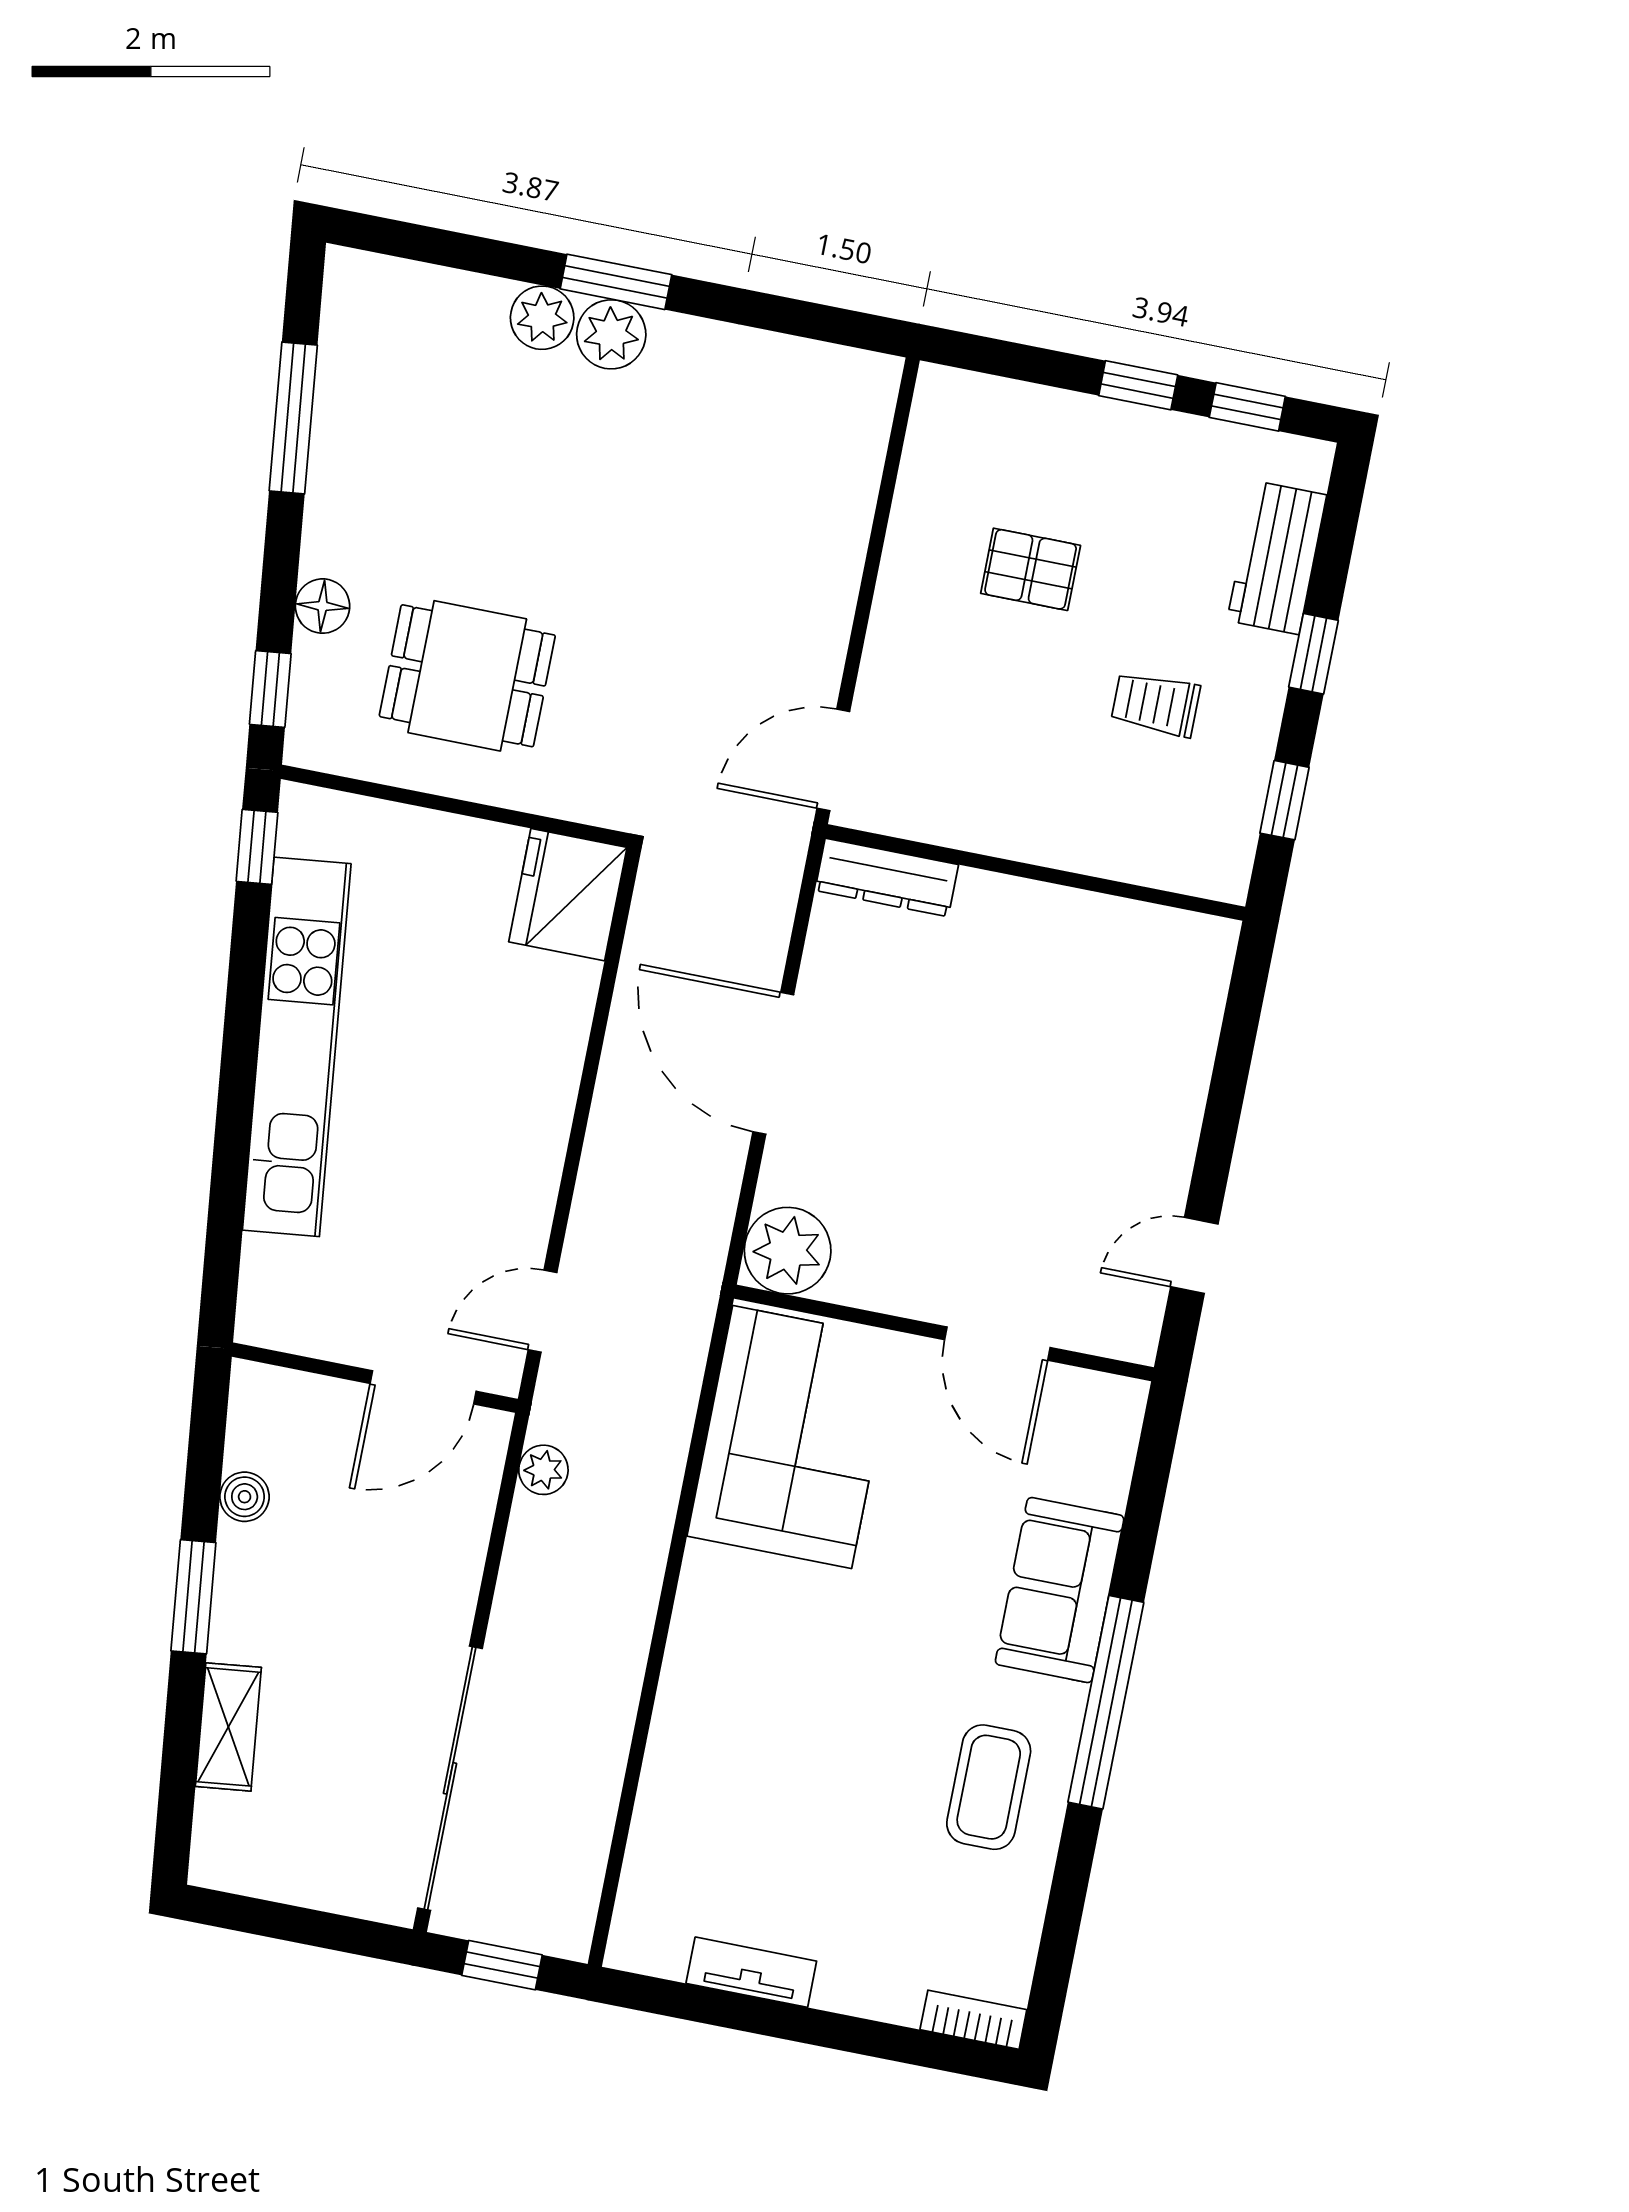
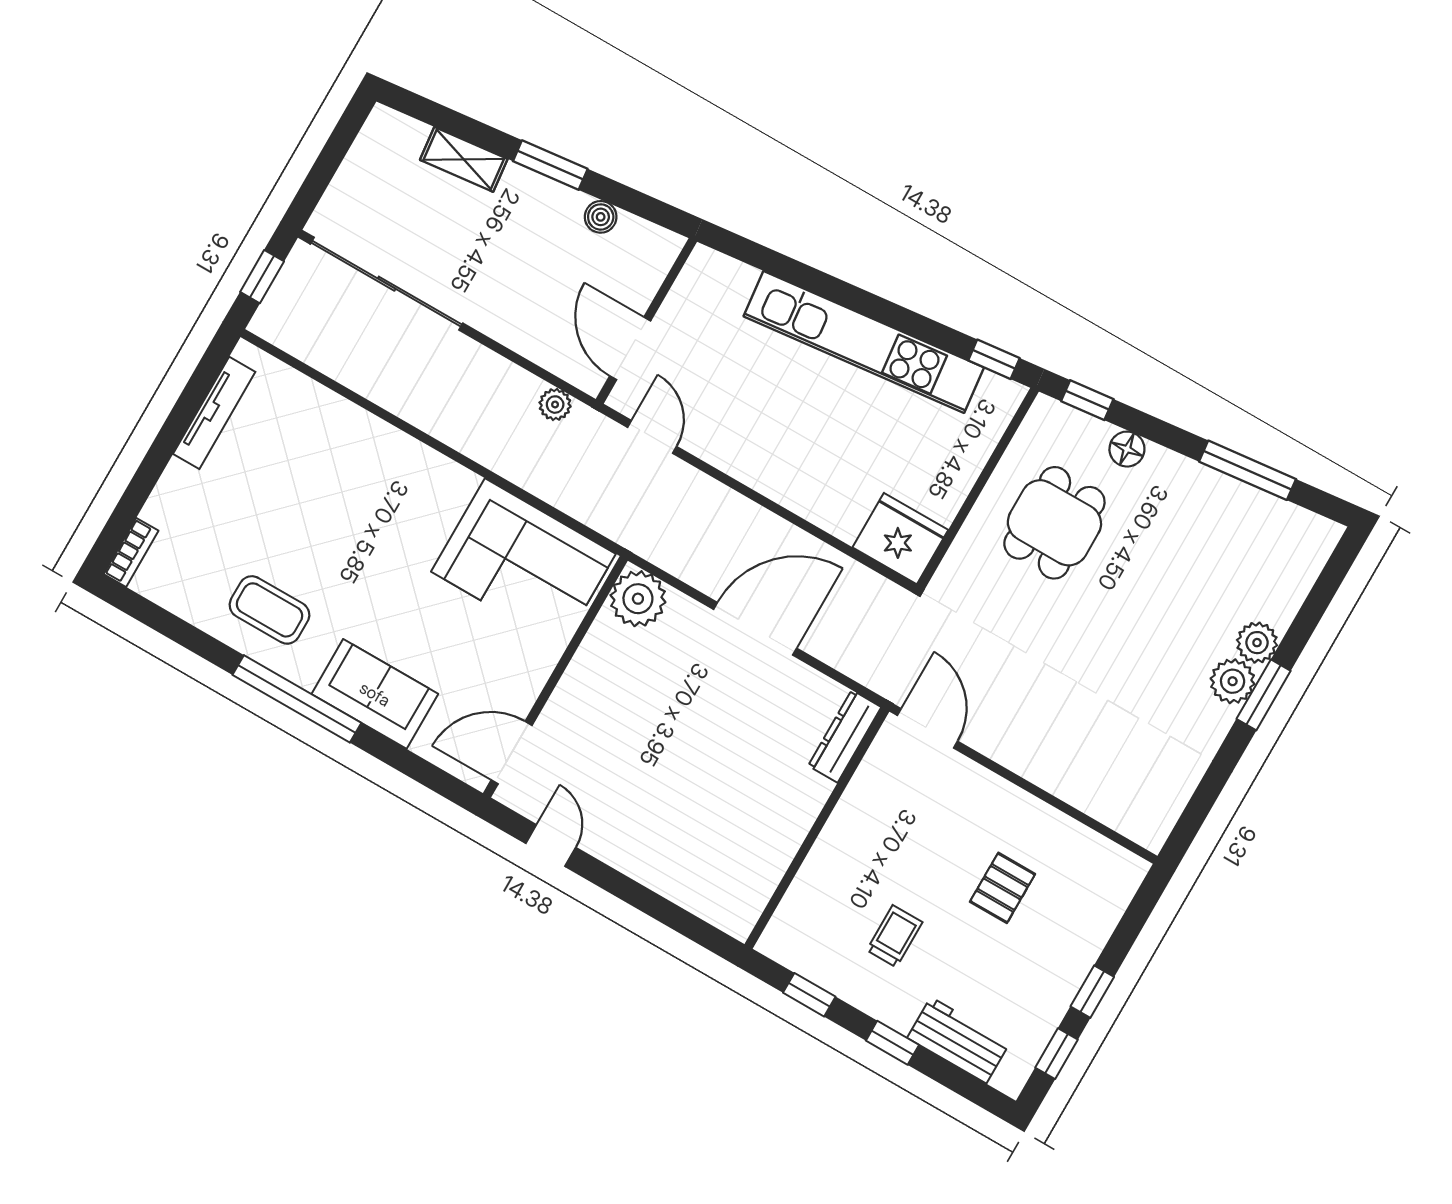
door: (997, 1344) -> (512, 753), moved
tv unit: (751, 1972) -> (214, 413), width x1.41

